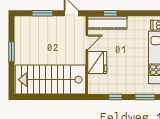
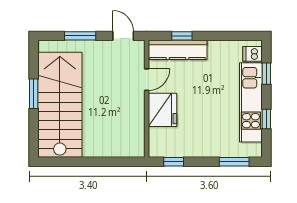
stairs: (50, 80) -> (60, 105), moved, turned 90
window: (115, 97) -> (174, 162), moved

